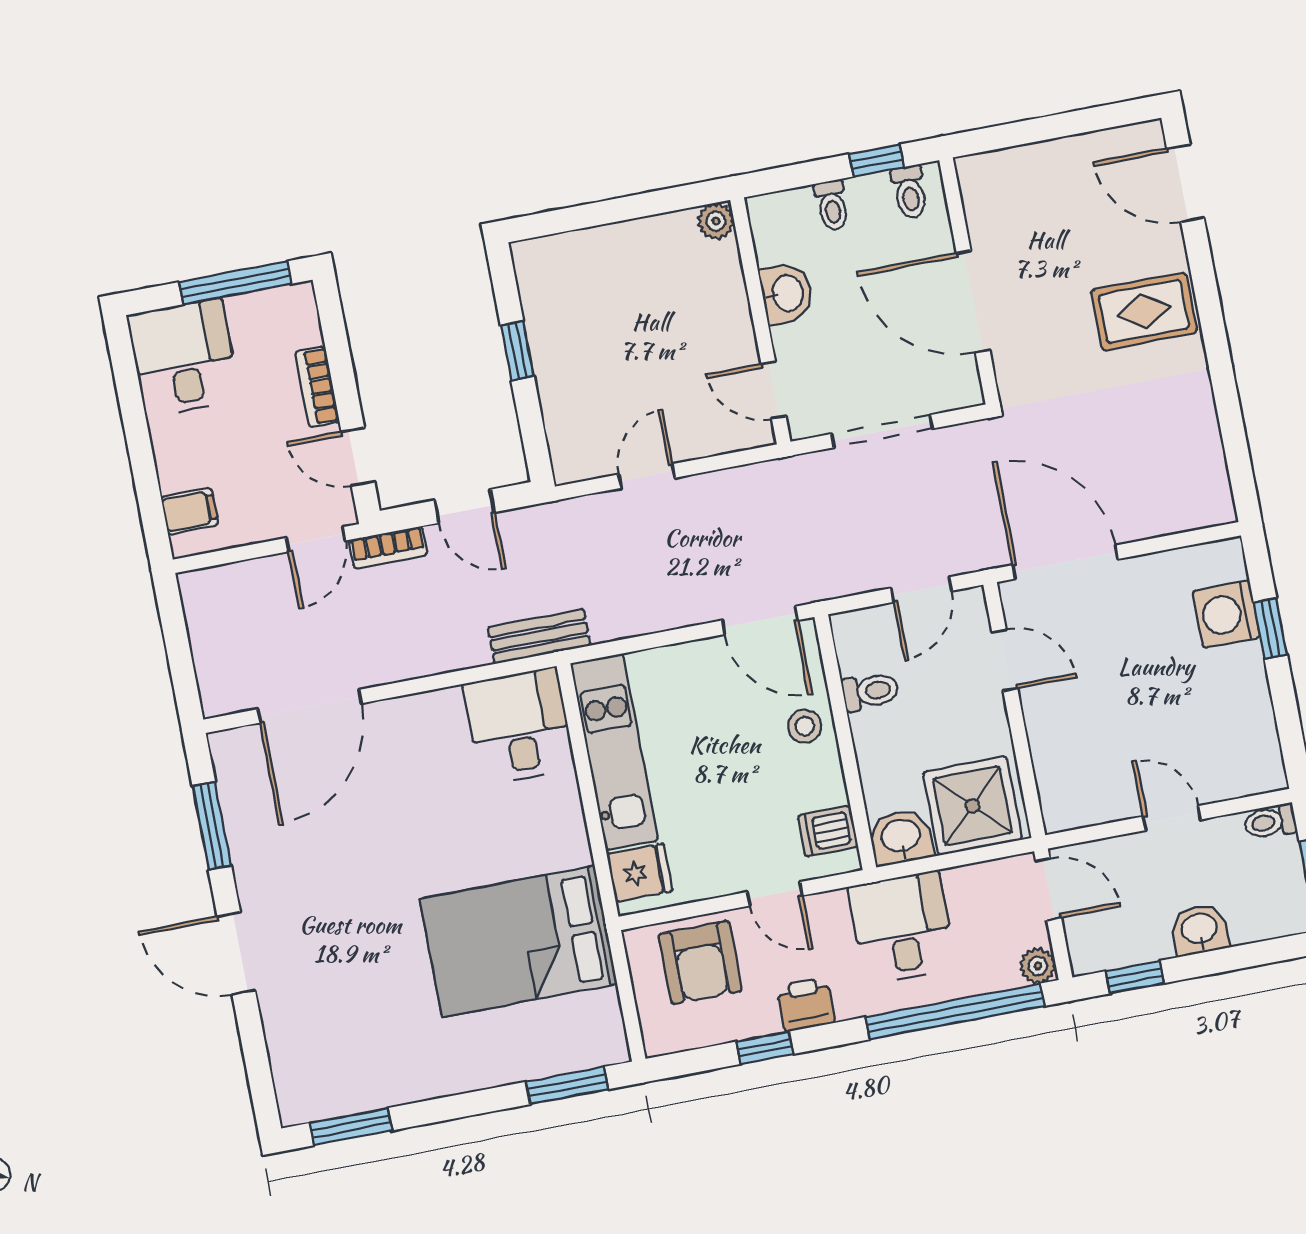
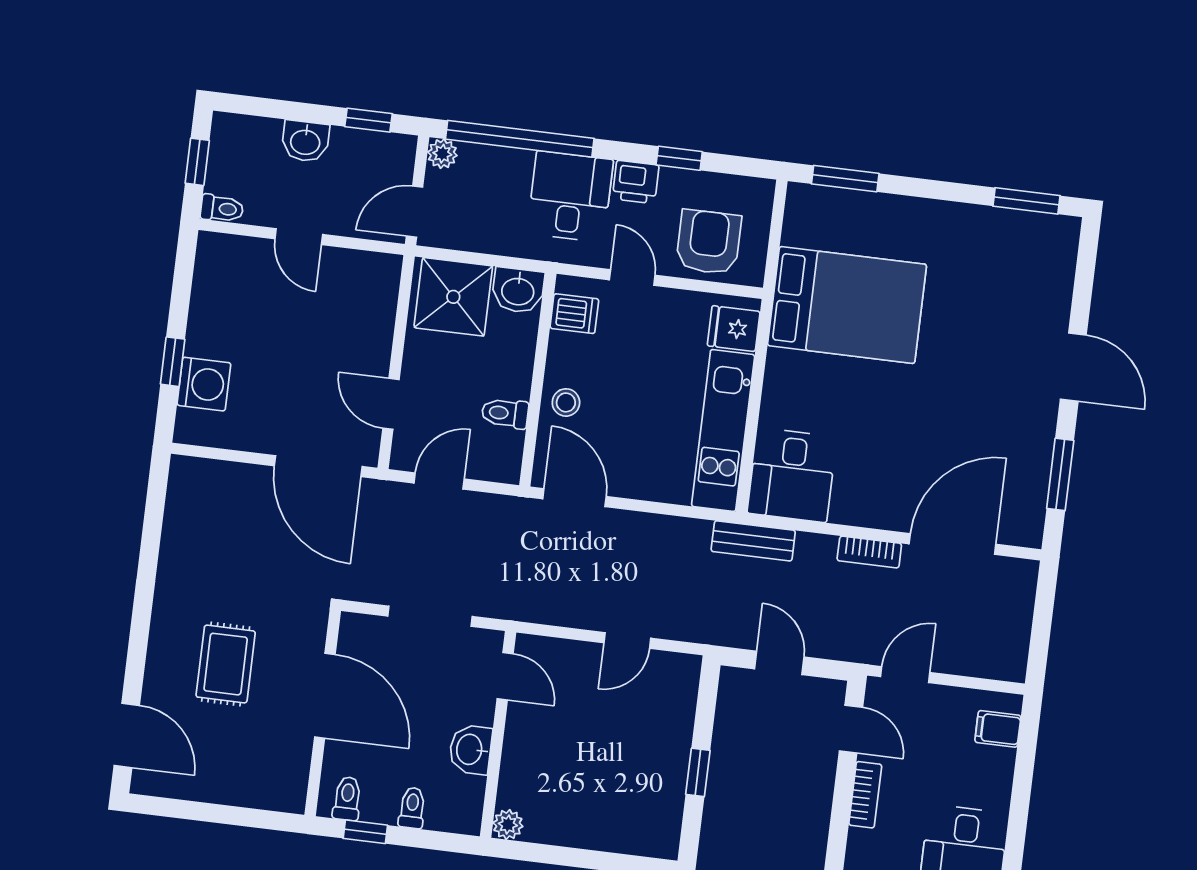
rug: (1144, 311) -> (226, 664), moved, turned 90
bookcase: (388, 548) -> (869, 552), moved, turned 180
door: (1048, 889) -> (415, 212), hinge flipped
desk: (902, 928) -> (570, 197), moved, turned 180

